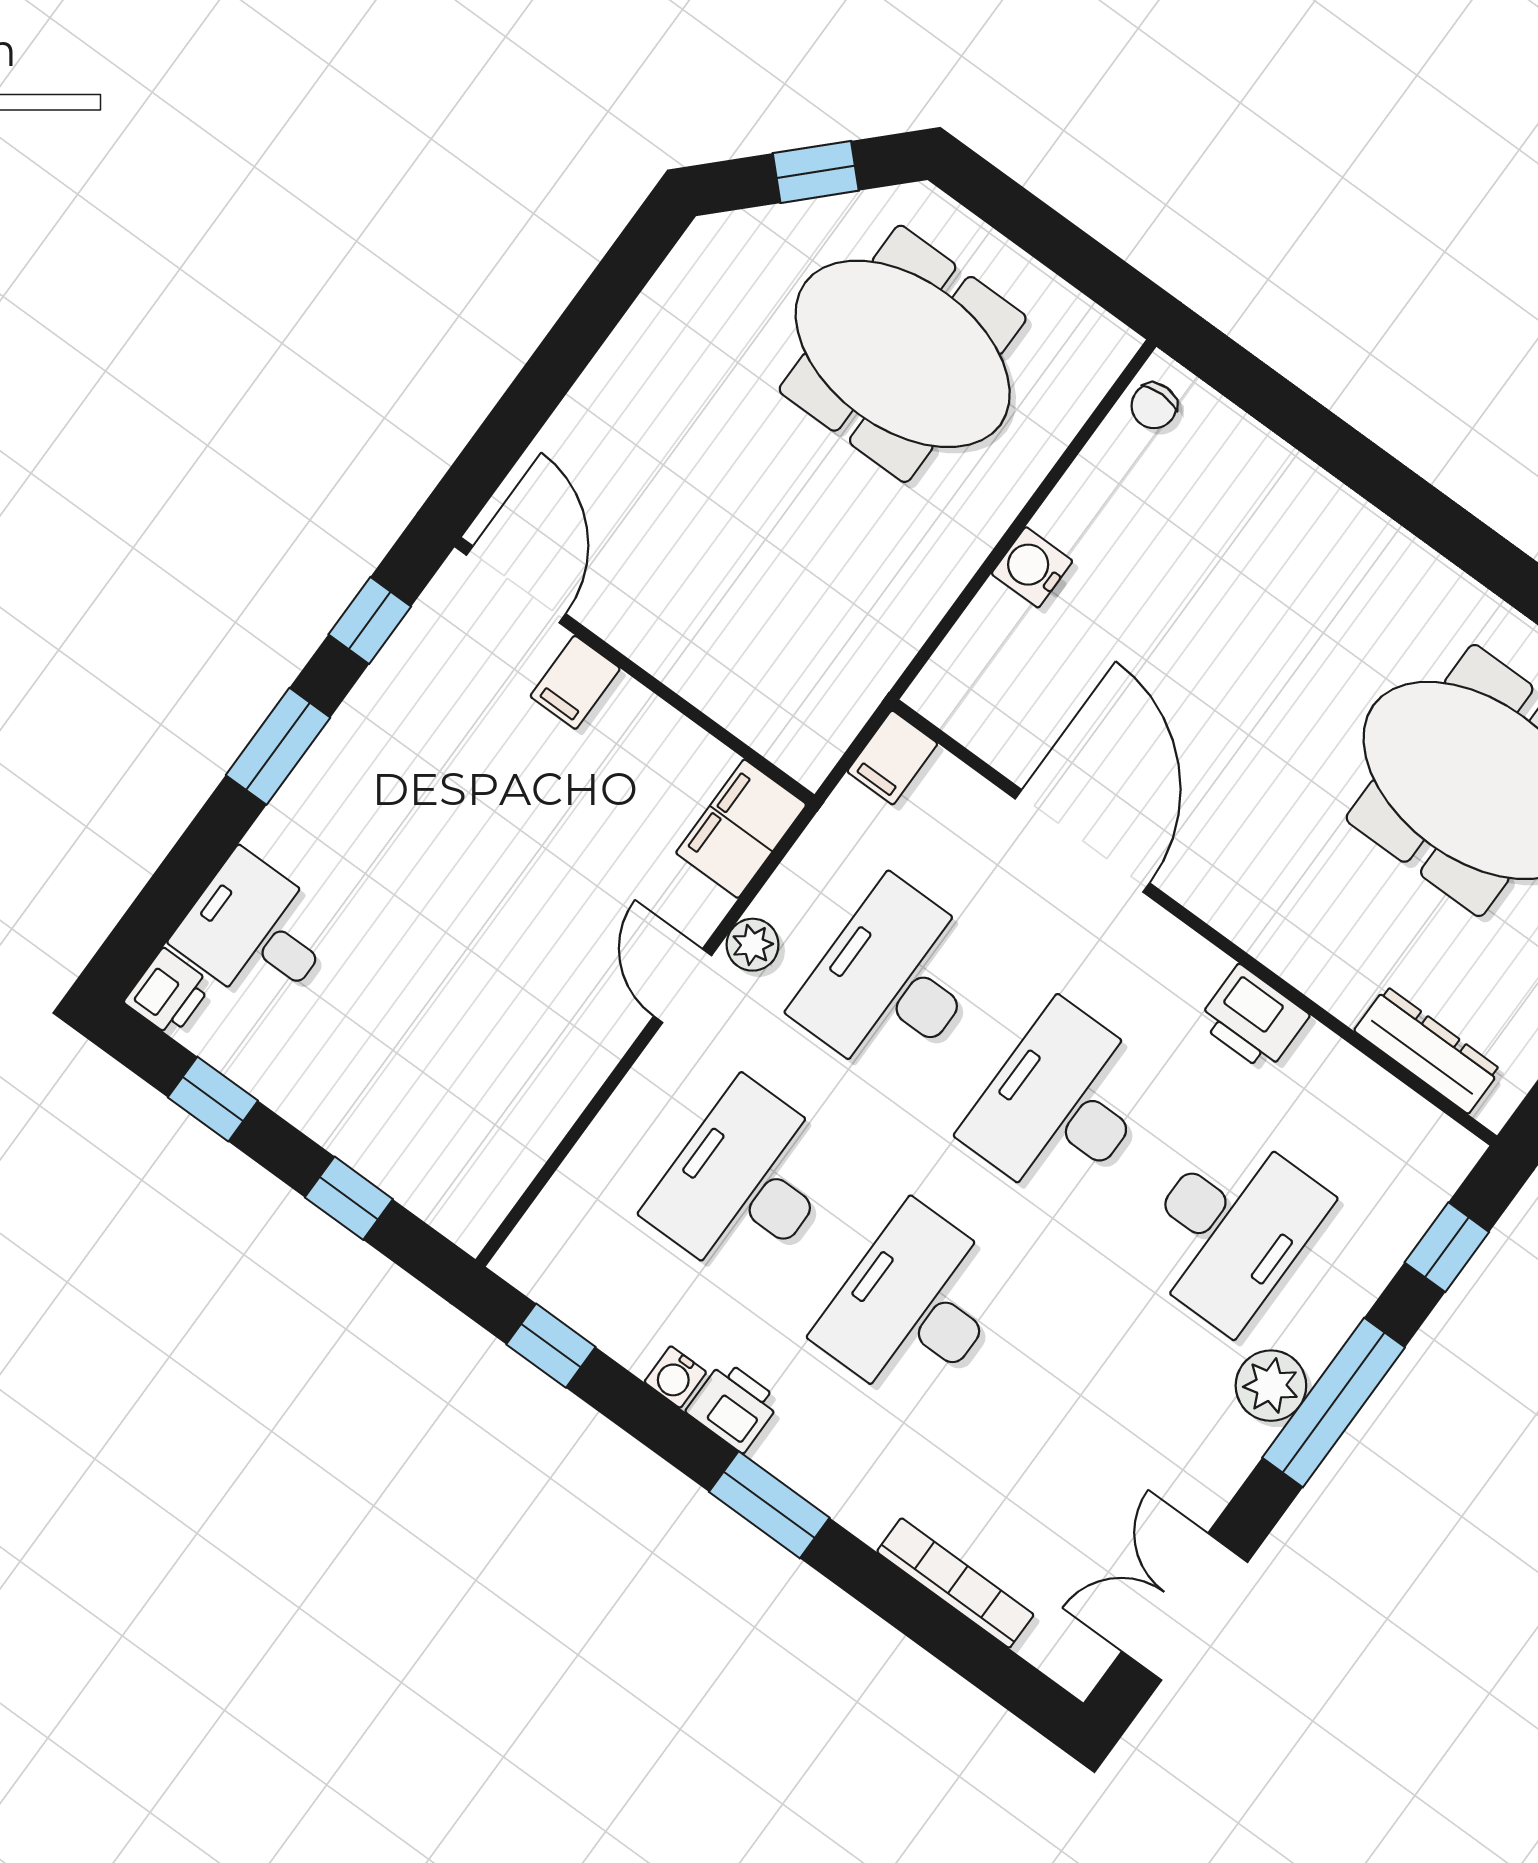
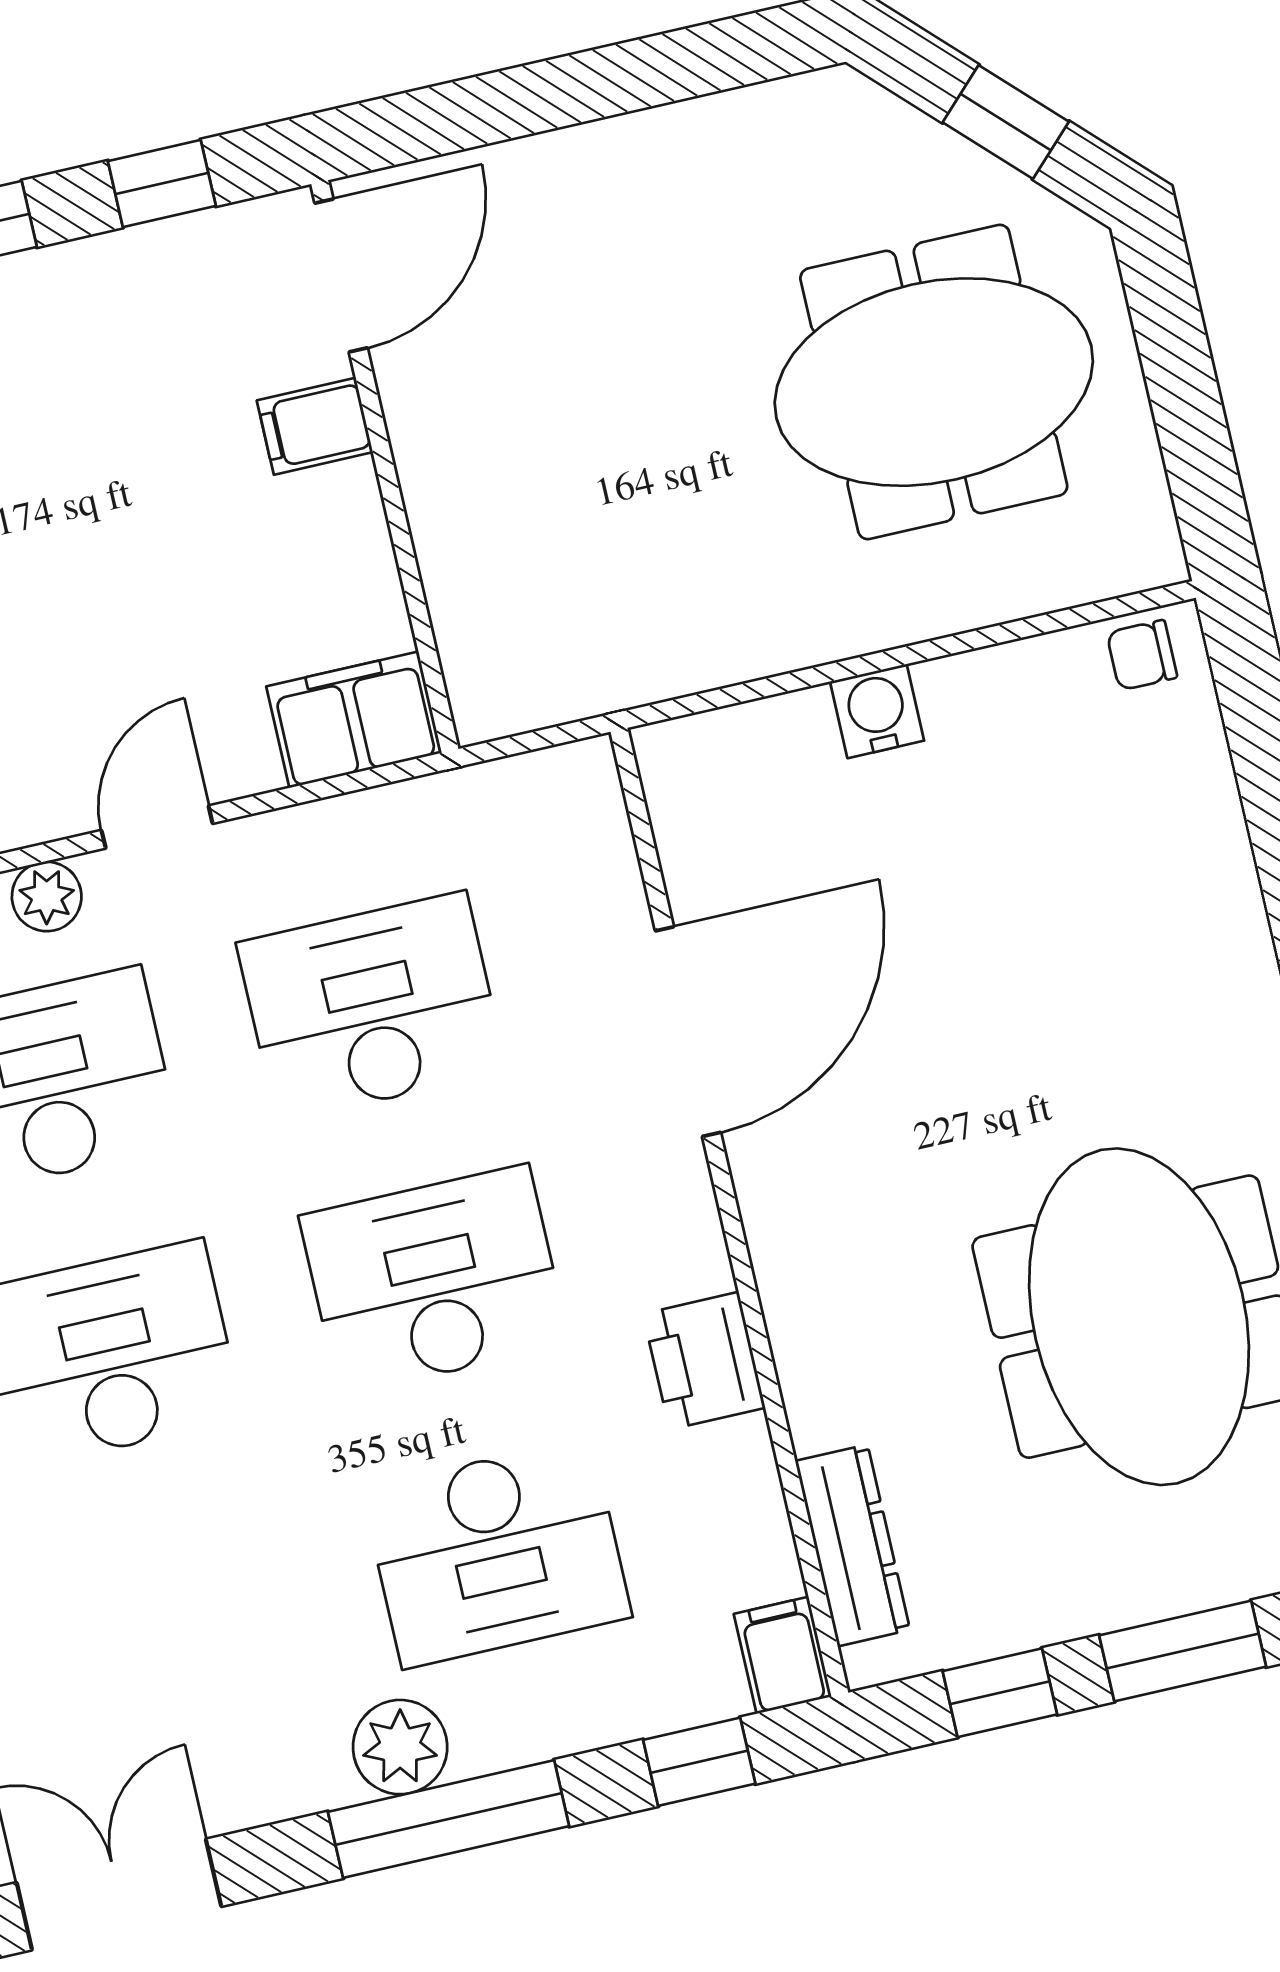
meeting table: (903, 354) -> (934, 382), turned 90
filing cabinet: (892, 758) -> (783, 1655), moved, turned 90
plant: (753, 945) -> (47, 897), moved

